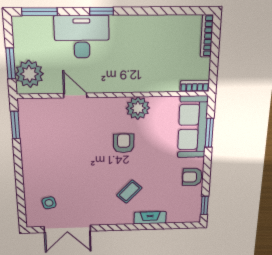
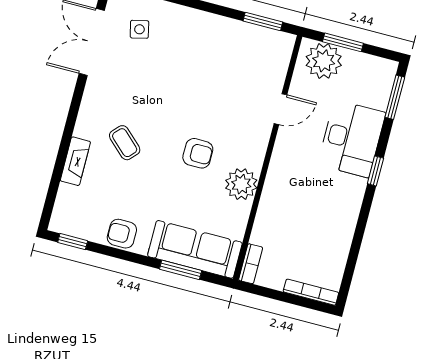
armchair: (192, 177) -> (122, 234), turned -90

